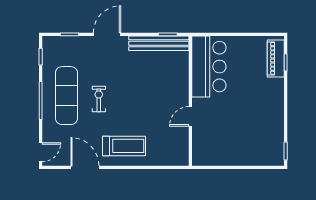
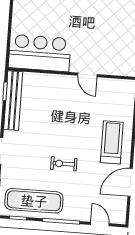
exercise mat: (66, 96) -> (34, 201), moved
door: (41, 152) -> (100, 224), moved

